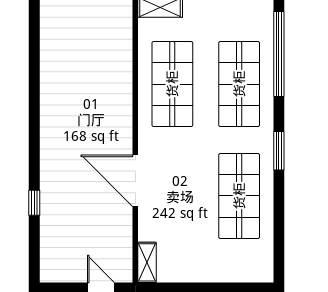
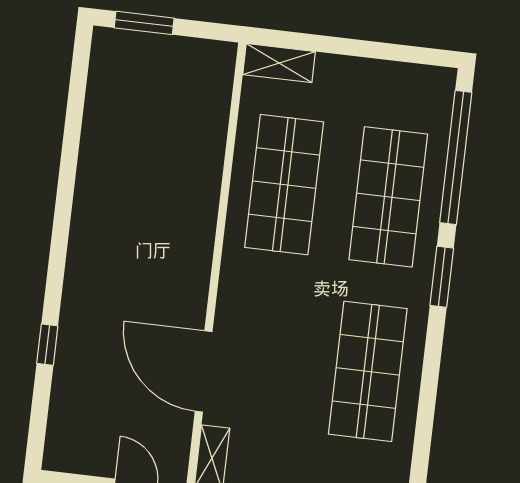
window: (279, 151) -> (442, 277), moved
door: (135, 181) -> (204, 371), moved

